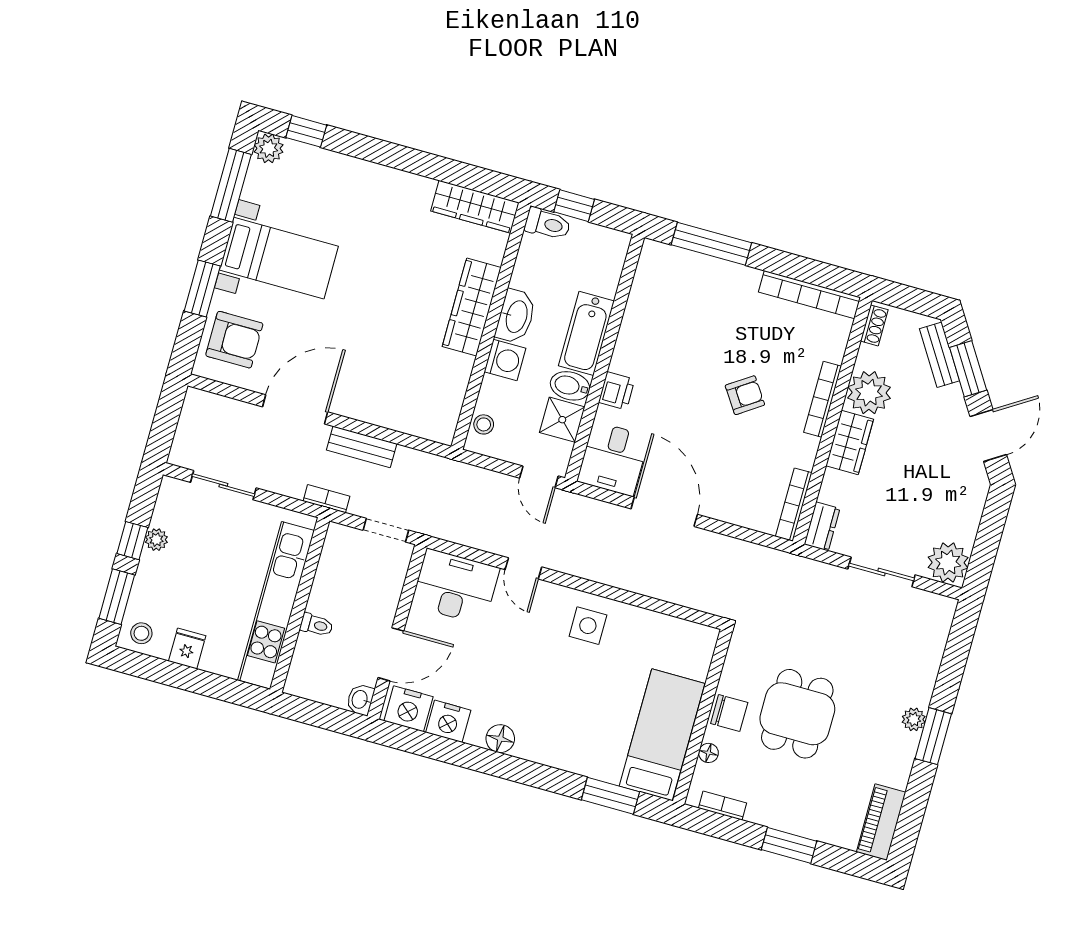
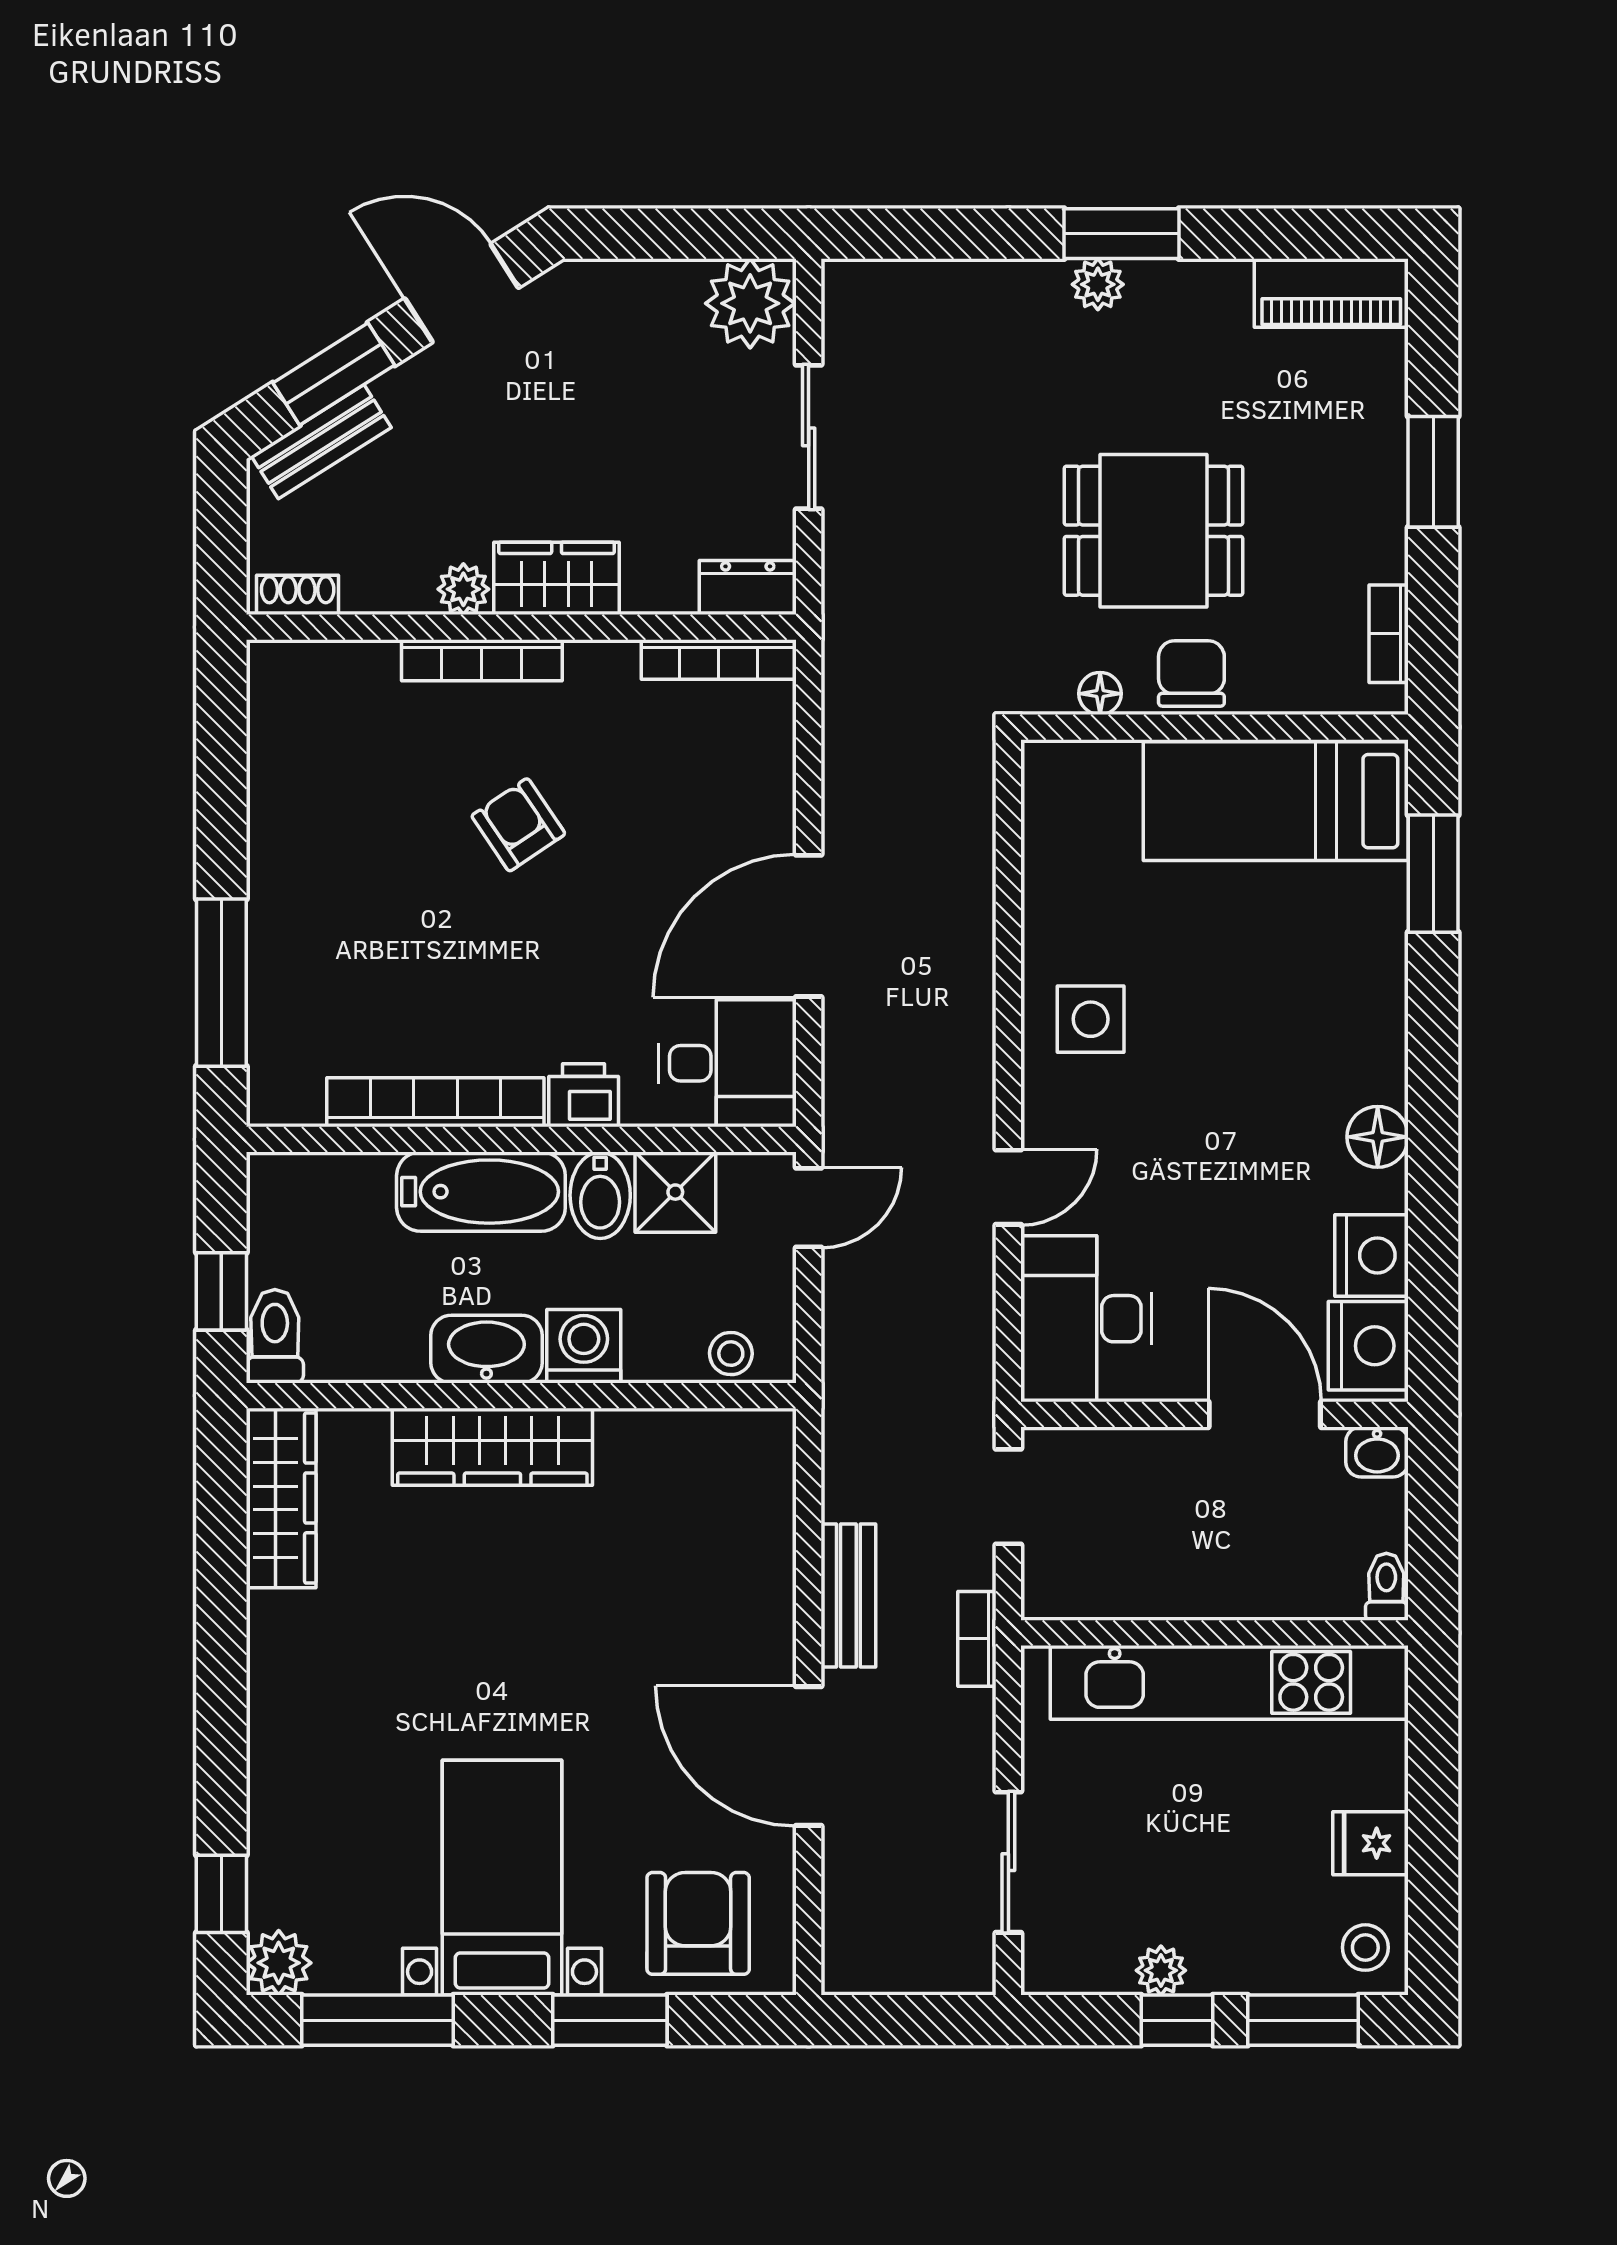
bookcase: (809, 295) -> (435, 1102), moved, turned -90
plant: (869, 393) -> (463, 589), width x0.53, depth x0.53
toilet: (316, 625) -> (1386, 1587), moved
floor lamp: (708, 753) -> (1100, 694), moved

